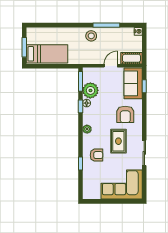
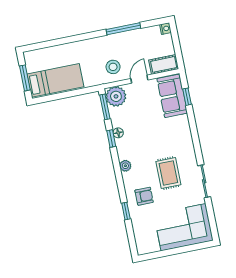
stool: (91, 36) -> (113, 67), moved
plant: (90, 90) -> (116, 96), moved
armchair: (125, 114) -> (170, 137), removed

